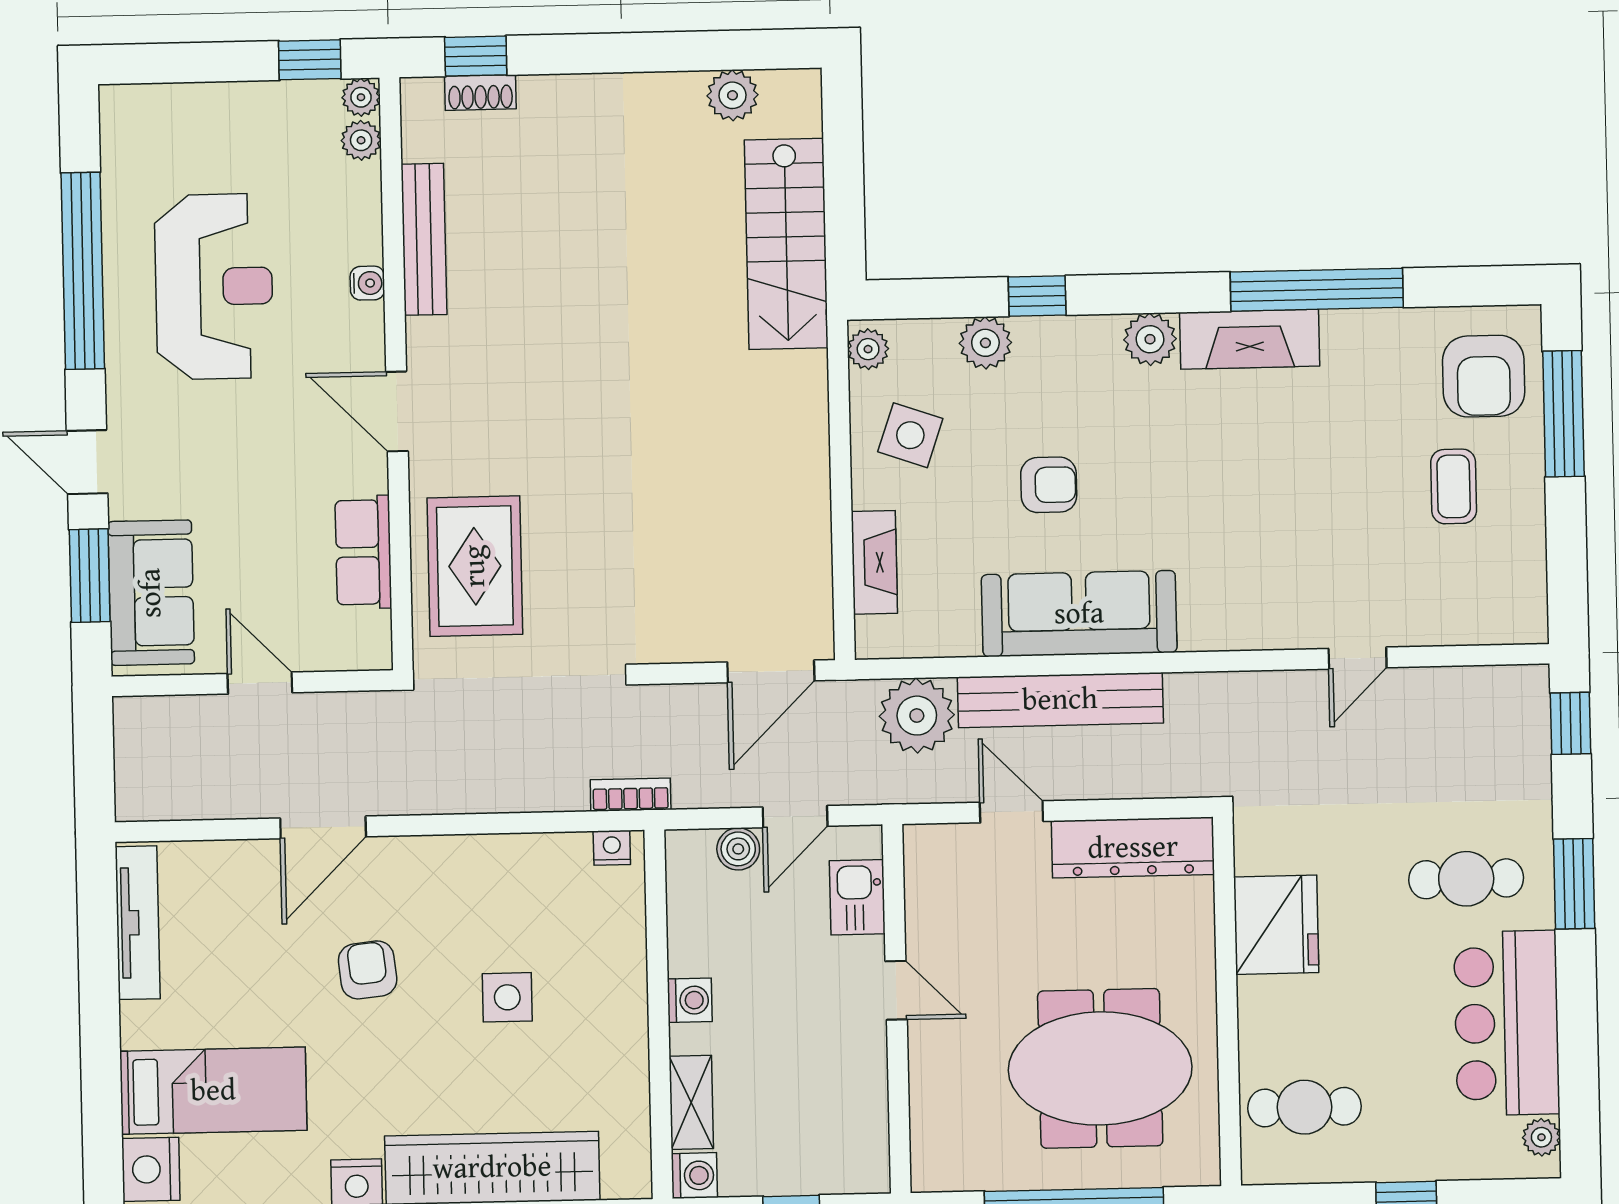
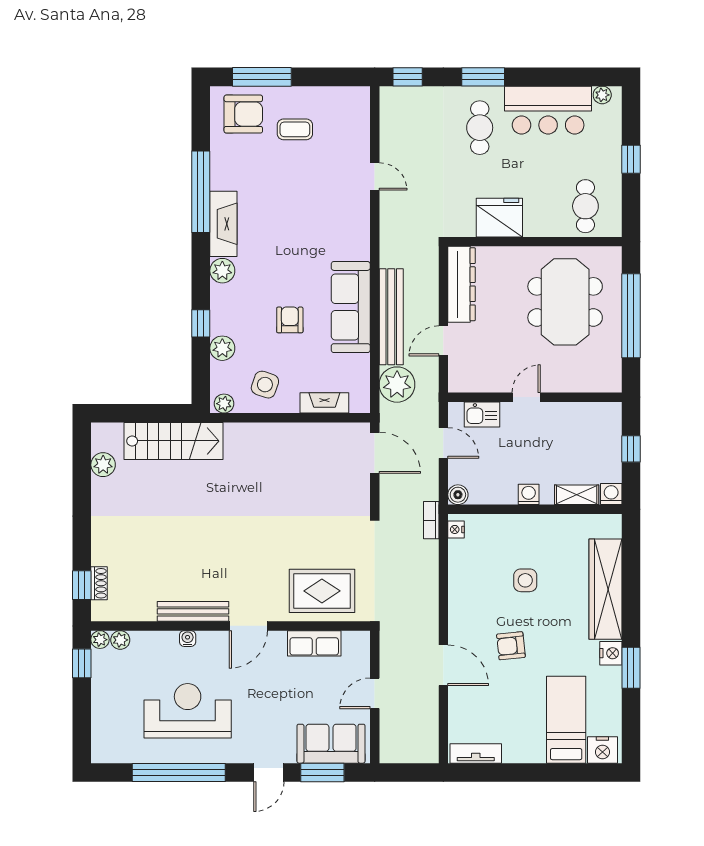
bench: (424, 239) -> (193, 611), moved
boiler: (738, 849) -> (458, 495), moved
tv unit: (138, 923) -> (476, 753), width x0.71

